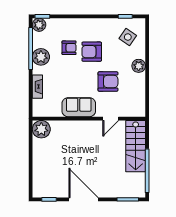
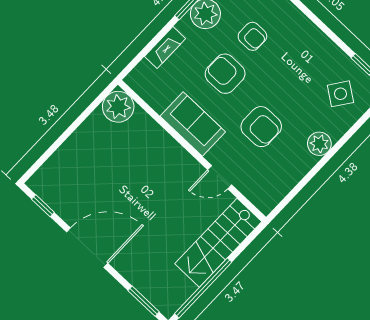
armchair: (92, 52) -> (225, 74), moved
door: (84, 199) -> (87, 248), hinge flipped

